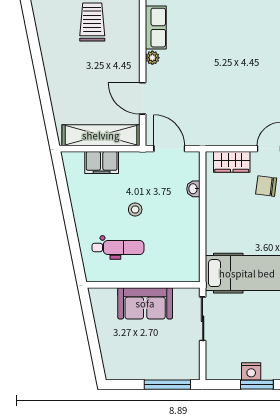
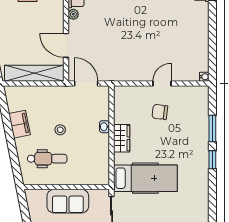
filing cabinet: (102, 162) -> (20, 124), moved, turned -101
wardrobe: (232, 162) -> (122, 138), moved, turned -90
washbasin: (193, 189) -> (105, 127), moved

